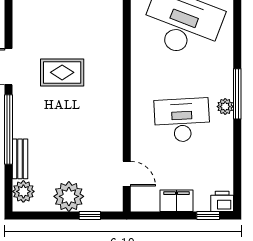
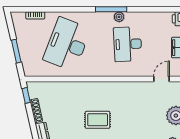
rug: (62, 72) -> (98, 120), turned 90

